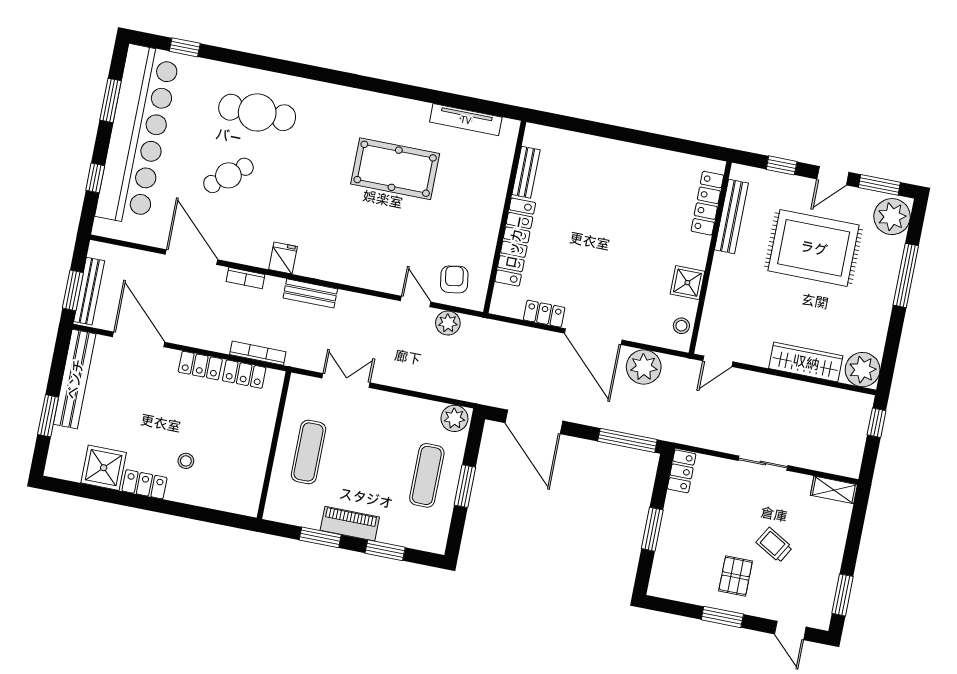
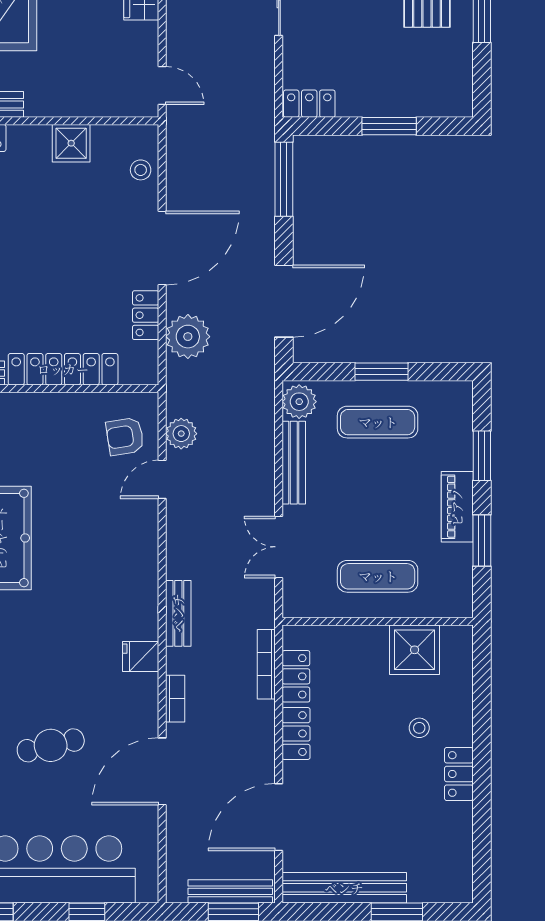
cafe table: (228, 175) -> (51, 745), turned -64
stool: (681, 326) -> (141, 170), moved
plant: (644, 367) -> (188, 337), moved
bench: (409, 405) -> (294, 463), added
shower: (104, 468) -> (415, 650), moved

